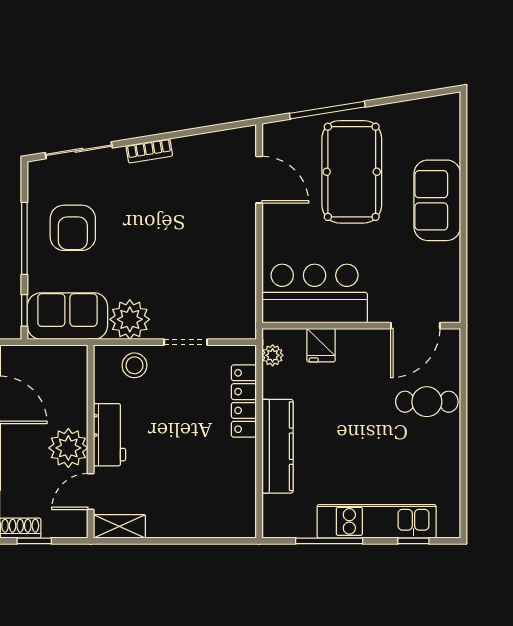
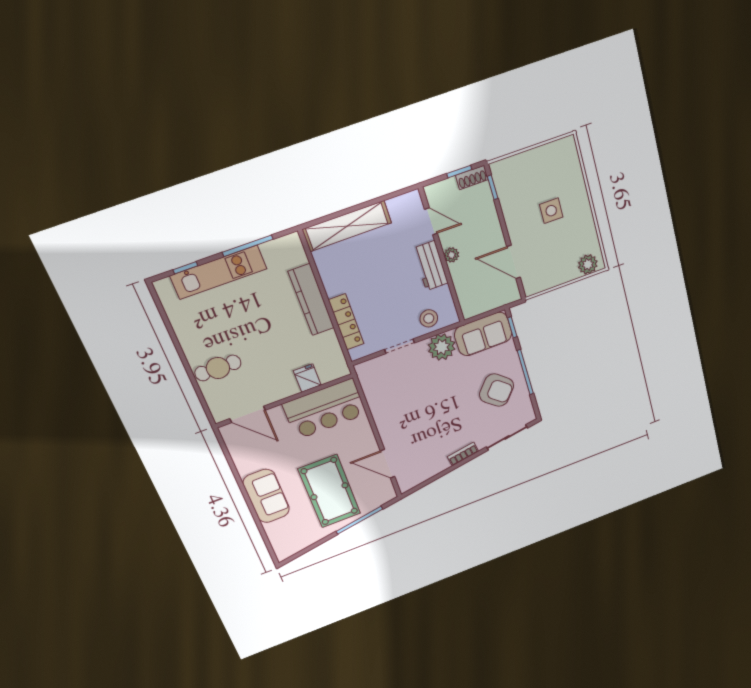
armchair: (73, 228) -> (497, 390), turned 130
door: (415, 326) -> (248, 414), swing flipped
plant: (273, 355) -> (338, 359), removed
plant: (68, 448) -> (452, 255), width x0.53, depth x0.53
door: (91, 491) -> (431, 221), hinge flipped
shelving: (119, 526) -> (347, 226), moved, width x2.20, depth x1.33

